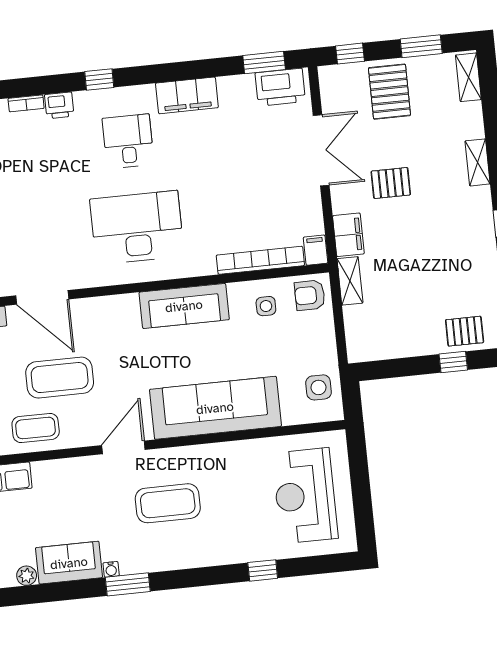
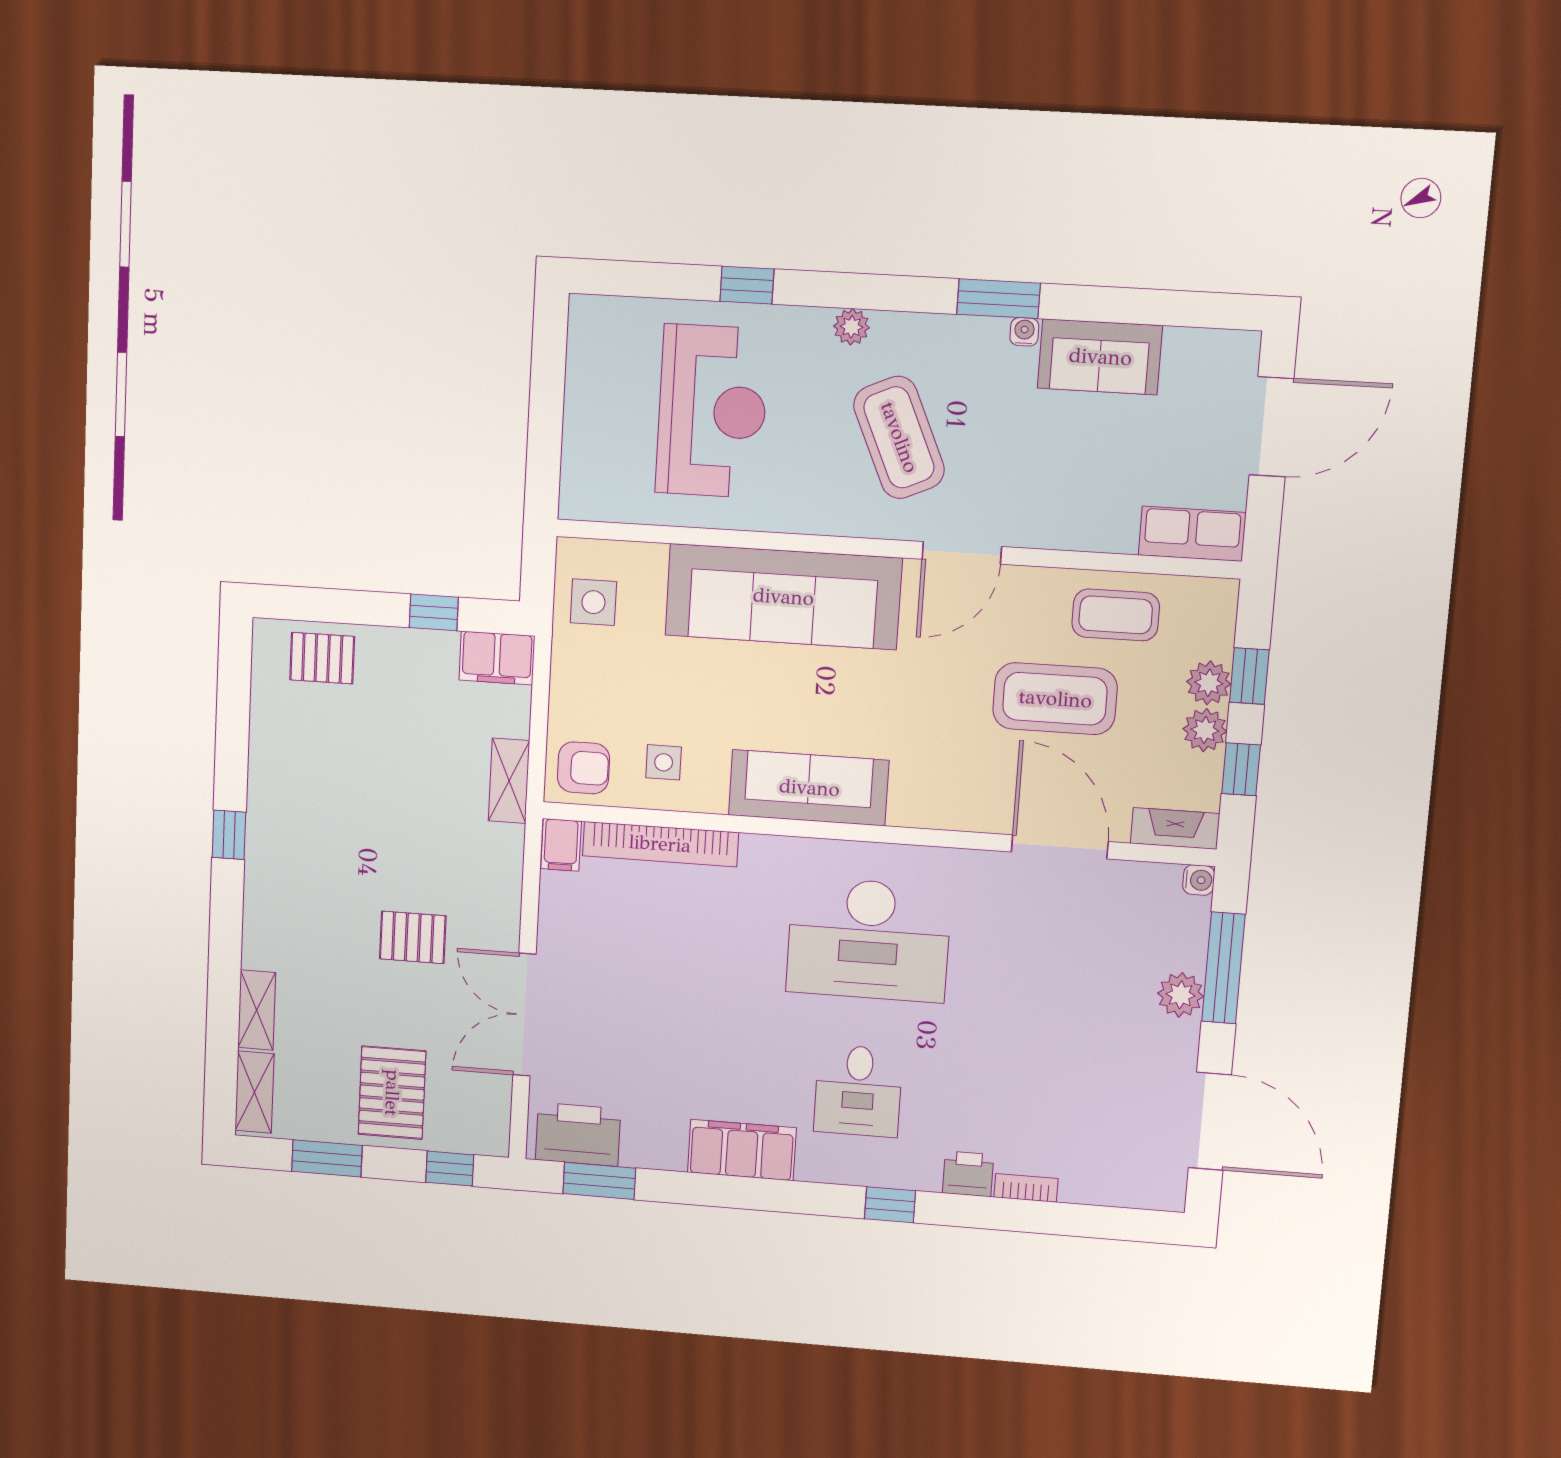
shelving: (478, 162) -> (257, 1010), moved
filing cabinet: (348, 235) -> (497, 658), moved, turned -90
window: (453, 362) -> (434, 612), moved
reception desk: (305, 496) -> (712, 411), moved
coffee table: (168, 503) -> (899, 437), turned 66
plant: (27, 576) -> (852, 327), moved

